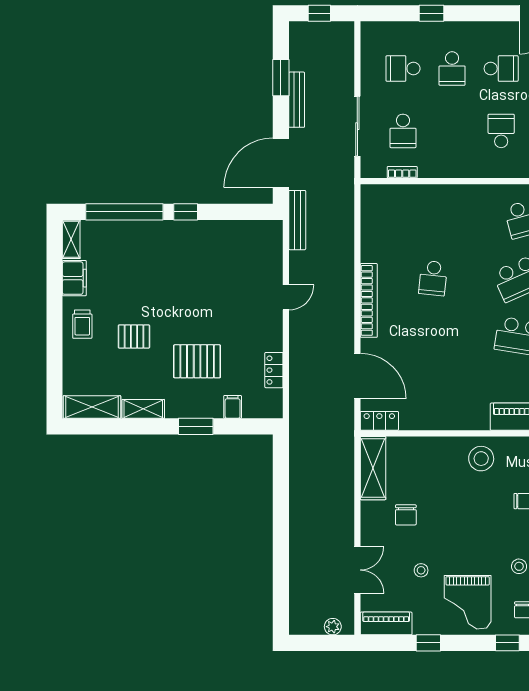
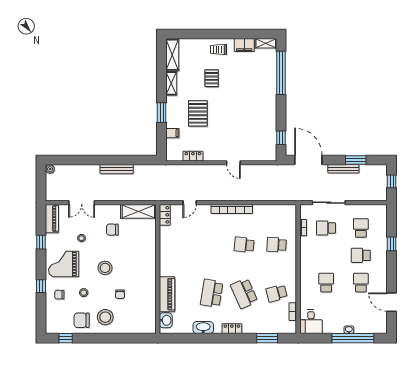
school desk: (501, 69) -> (361, 283), turned 180
school desk: (501, 131) -> (326, 283), turned -90
window: (186, 212) -> (281, 138), moved
bench: (297, 220) -> (117, 169), moved
school desk: (433, 220) -> (277, 245), added
door: (357, 376) -> (190, 203), width x0.53
stool: (481, 459) -> (105, 268), moved
plant: (333, 627) -> (50, 169), moved

